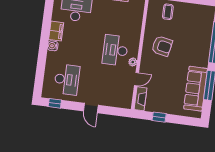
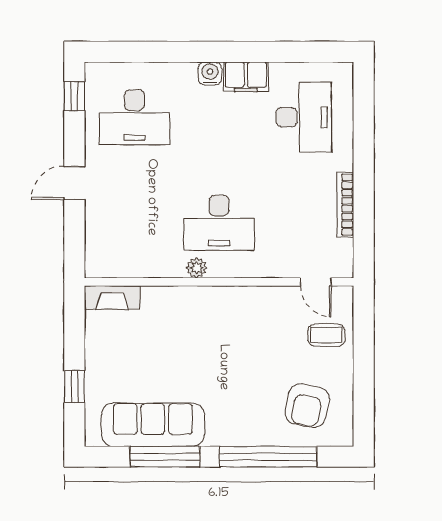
armchair: (162, 46) -> (307, 406), moved
desk: (115, 50) -> (219, 223), turned 180
door: (136, 79) -> (316, 282), moved
window: (159, 117) -> (74, 387), moved

